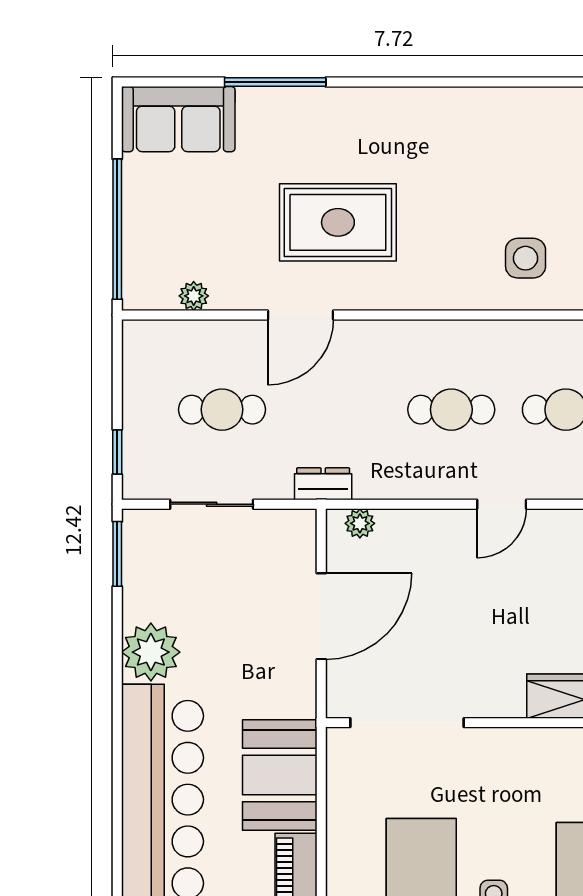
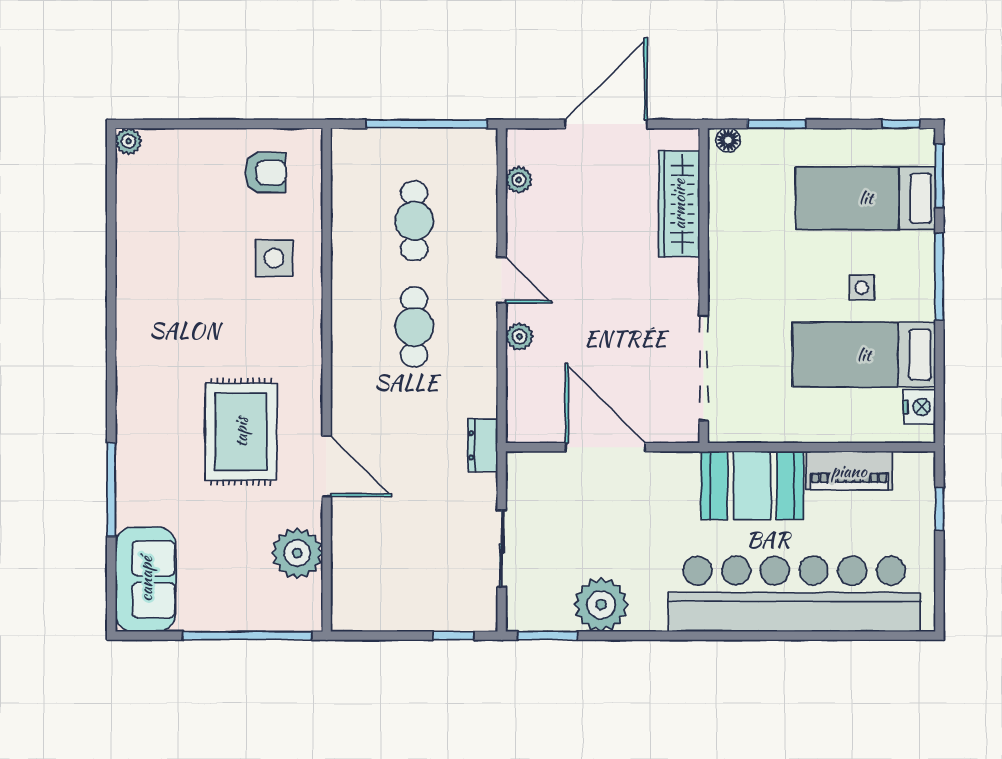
plant: (194, 296) -> (297, 553), width x1.88, depth x1.88
cafe table: (222, 410) -> (414, 539), removed
plant: (360, 523) -> (519, 337), moved
plant: (151, 652) -> (601, 605), moved

